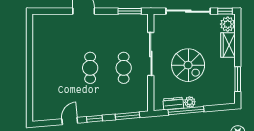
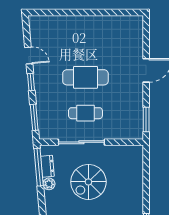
sliding door: (188, 11) -> (146, 182), removed
sliding door: (151, 54) -> (81, 142), moved
cafe table: (90, 68) -> (85, 77), width x1.37, depth x1.35
window: (186, 111) -> (39, 167), moved

